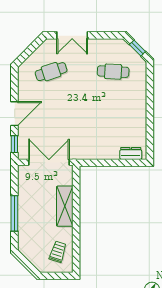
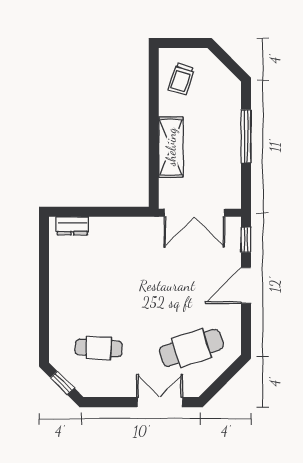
cafe table: (51, 72) -> (191, 348), width x1.37, depth x1.35

